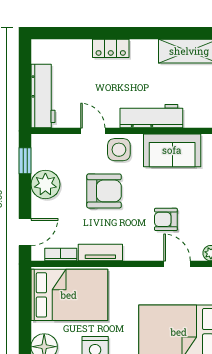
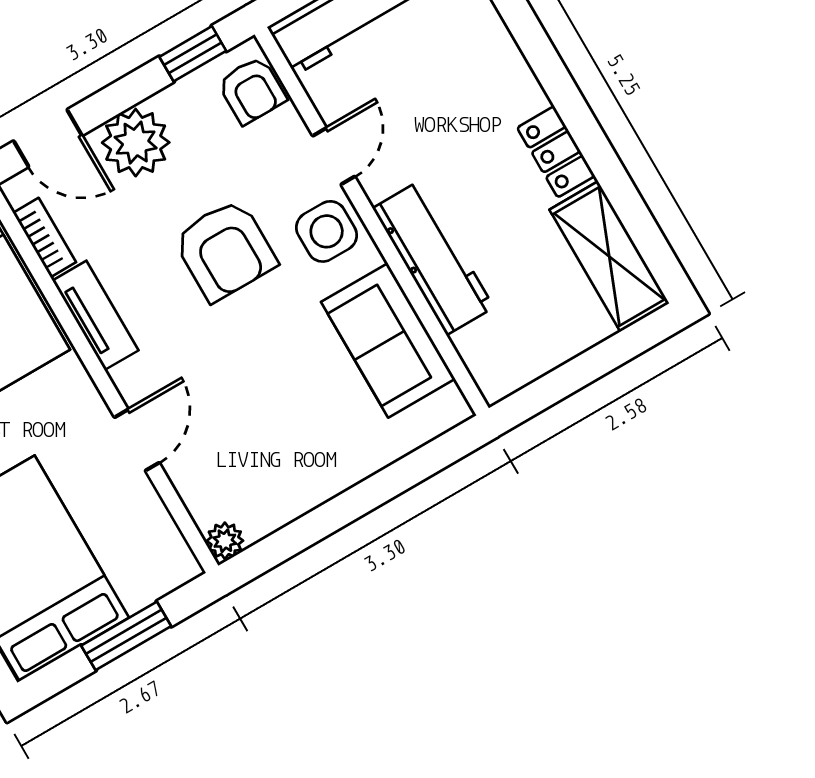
locker: (111, 48) -> (556, 152), moved
plant: (45, 184) -> (136, 143), moved
armchair: (166, 219) -> (252, 90), moved, turned 180
door: (177, 264) -> (137, 440), moved

